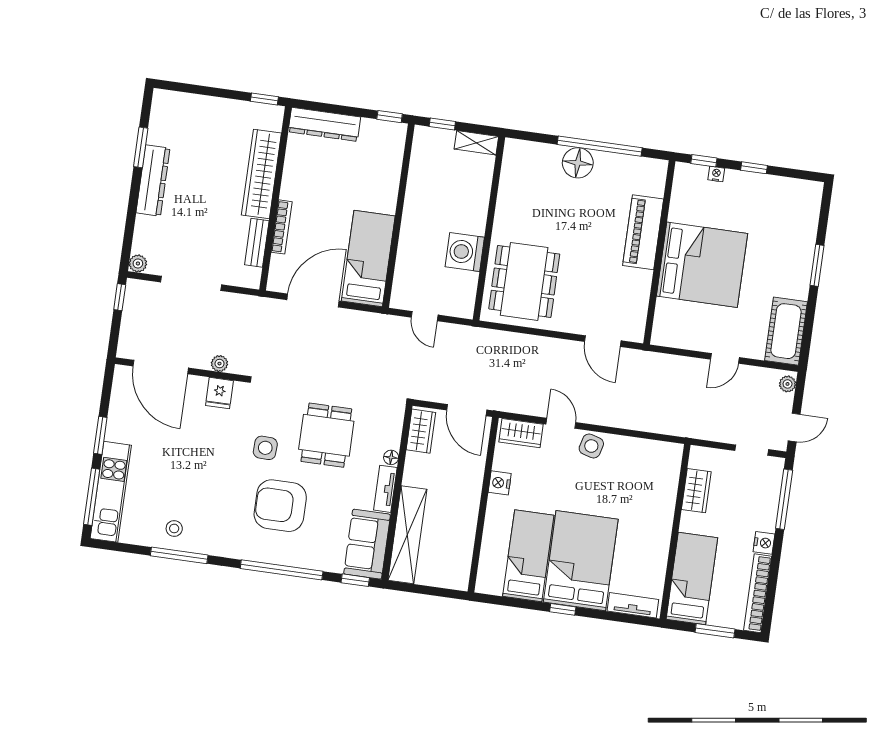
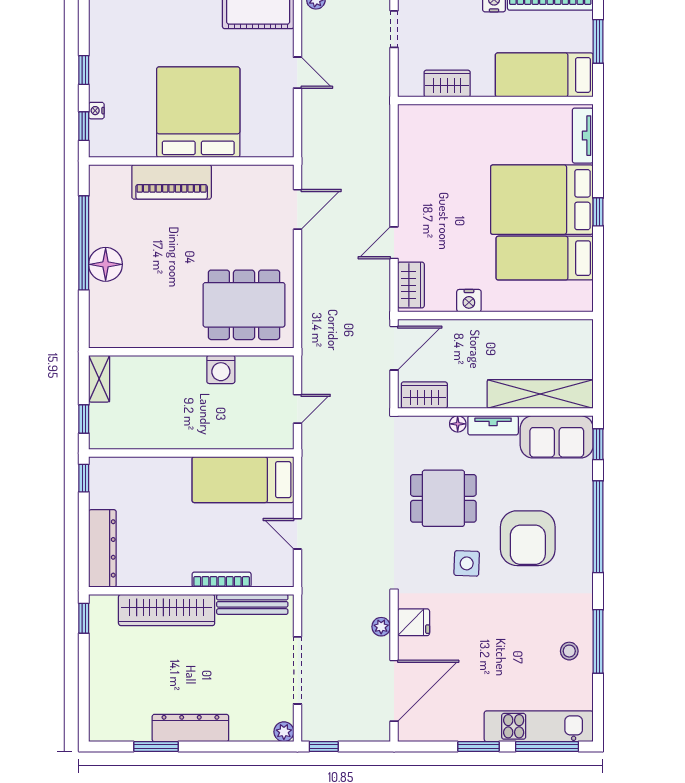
bench: (257, 243) -> (252, 604), width x1.36
washing machine: (465, 252) -> (221, 369), width x0.73, depth x0.73
door: (313, 300) -> (297, 534), width x0.53
side table: (591, 446) -> (414, 206), removed

